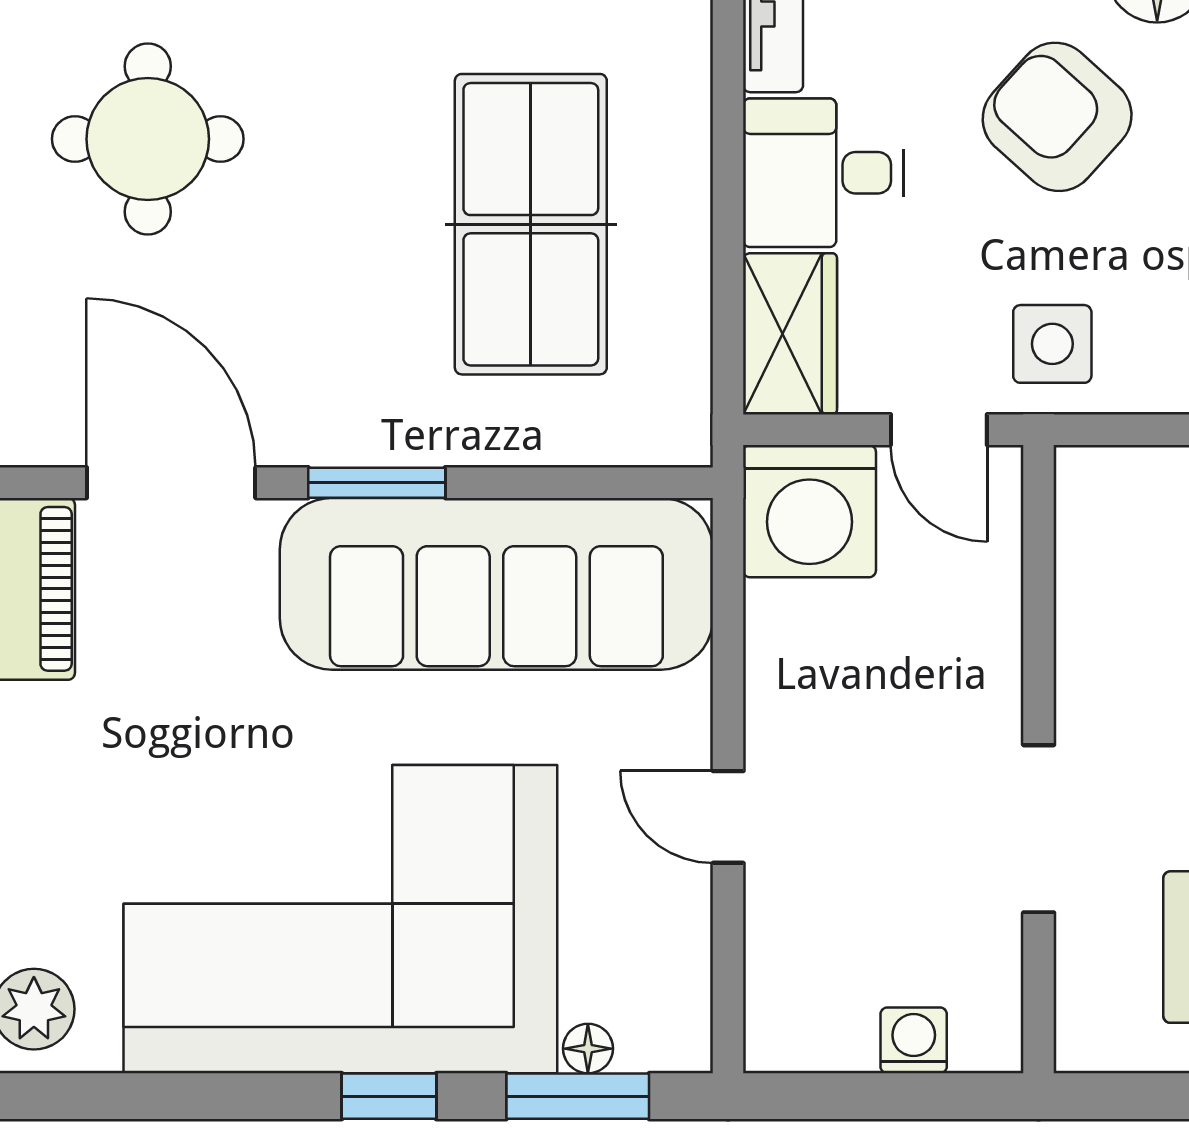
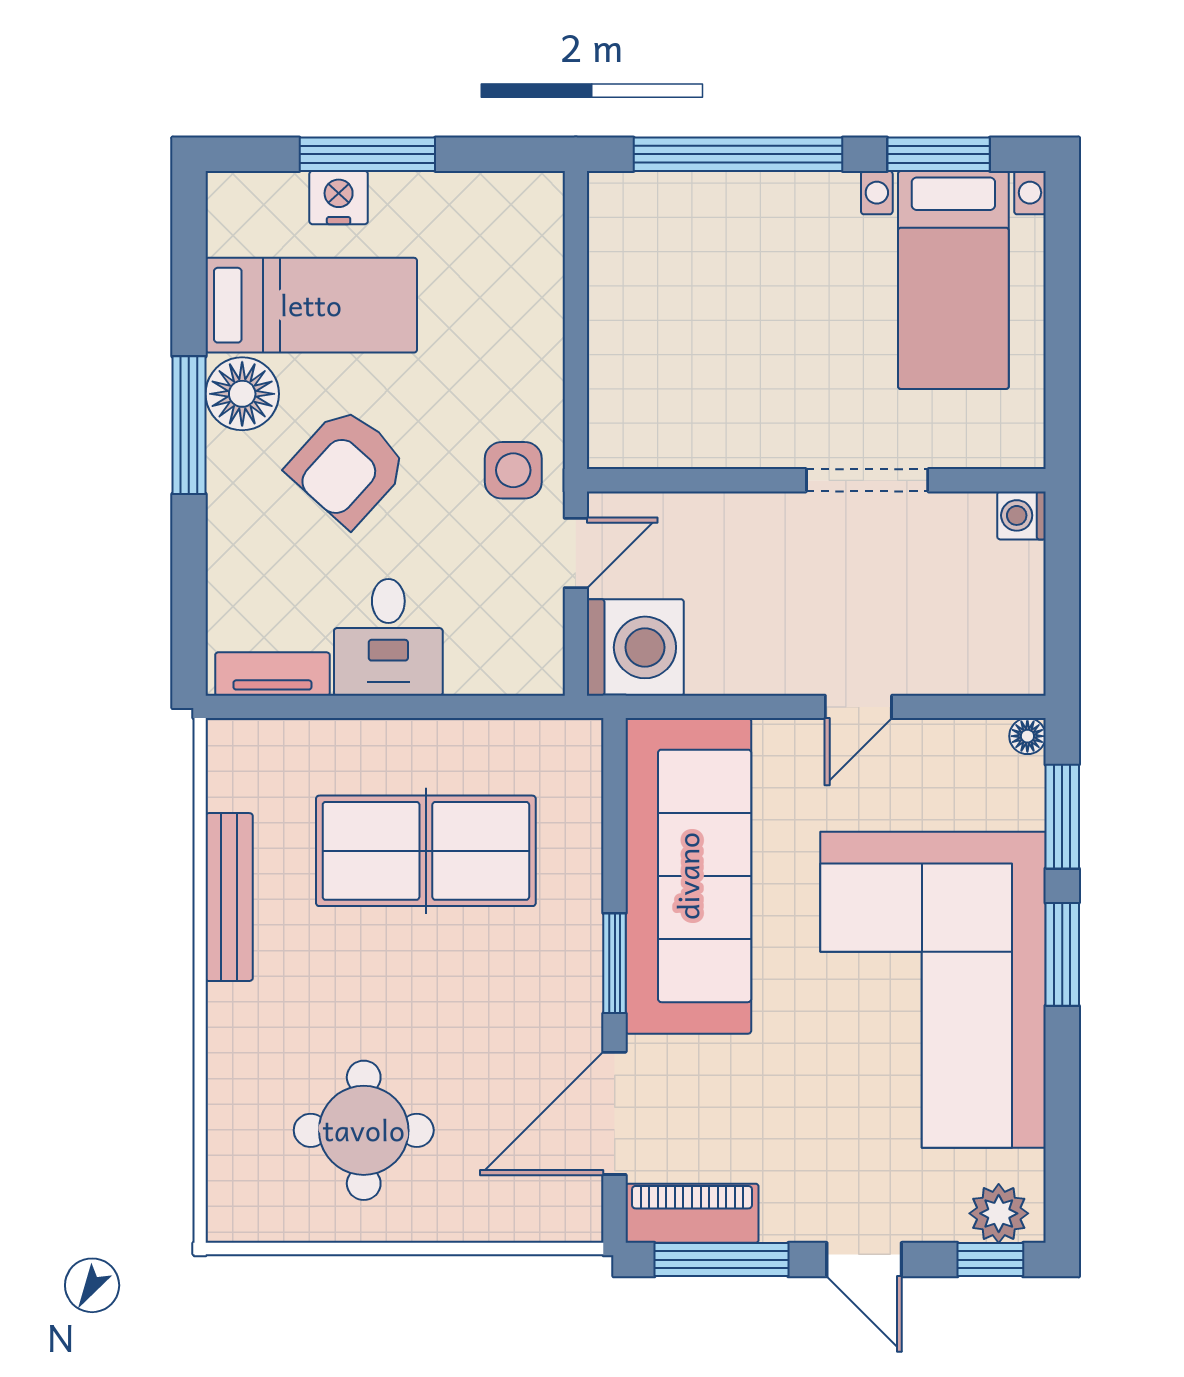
wardrobe: (790, 334) -> (506, 662), removed
washing machine: (914, 1040) -> (1022, 515), moved
floor lamp: (588, 1049) -> (1027, 736), moved
window: (389, 1096) -> (1062, 954), width x1.50

